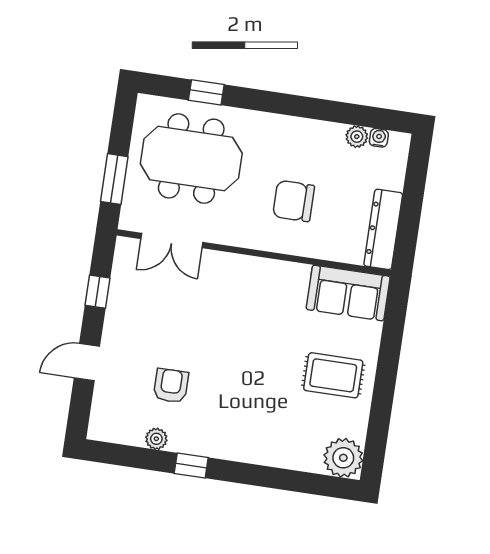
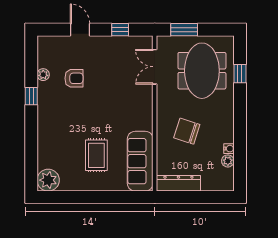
water cooler: (379, 138) -> (229, 149), moved
chair: (294, 201) -> (187, 131), turned -72
sofa: (348, 293) -> (140, 161), width x1.36
rug: (333, 375) -> (96, 155), moved

